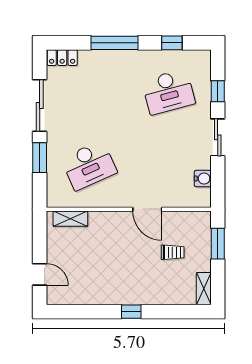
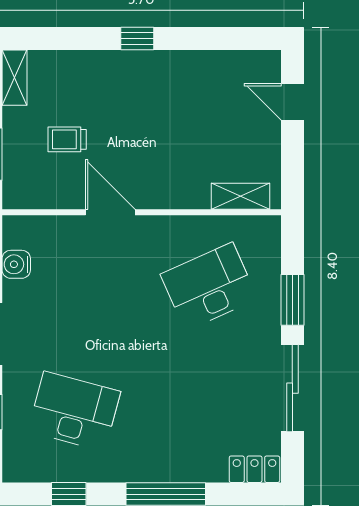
desk: (168, 92) -> (74, 411), turned 30

